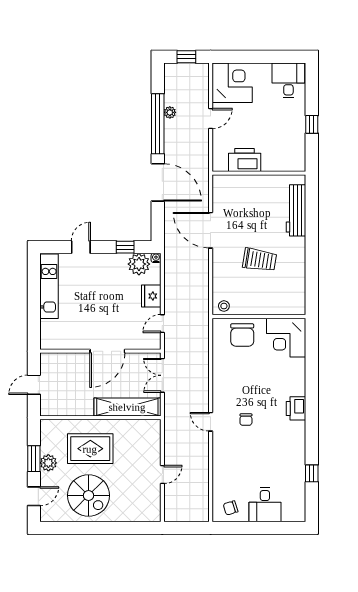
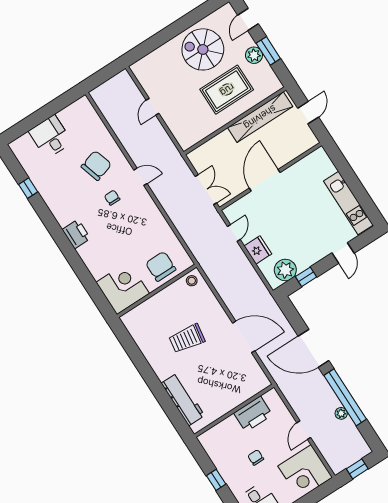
chair: (266, 122) -> (256, 457), added
water cooler: (156, 258) -> (274, 284), removed
shelving: (127, 407) -> (260, 117), moved
chair: (231, 508) -> (96, 166), moved, width x1.87, depth x1.87

